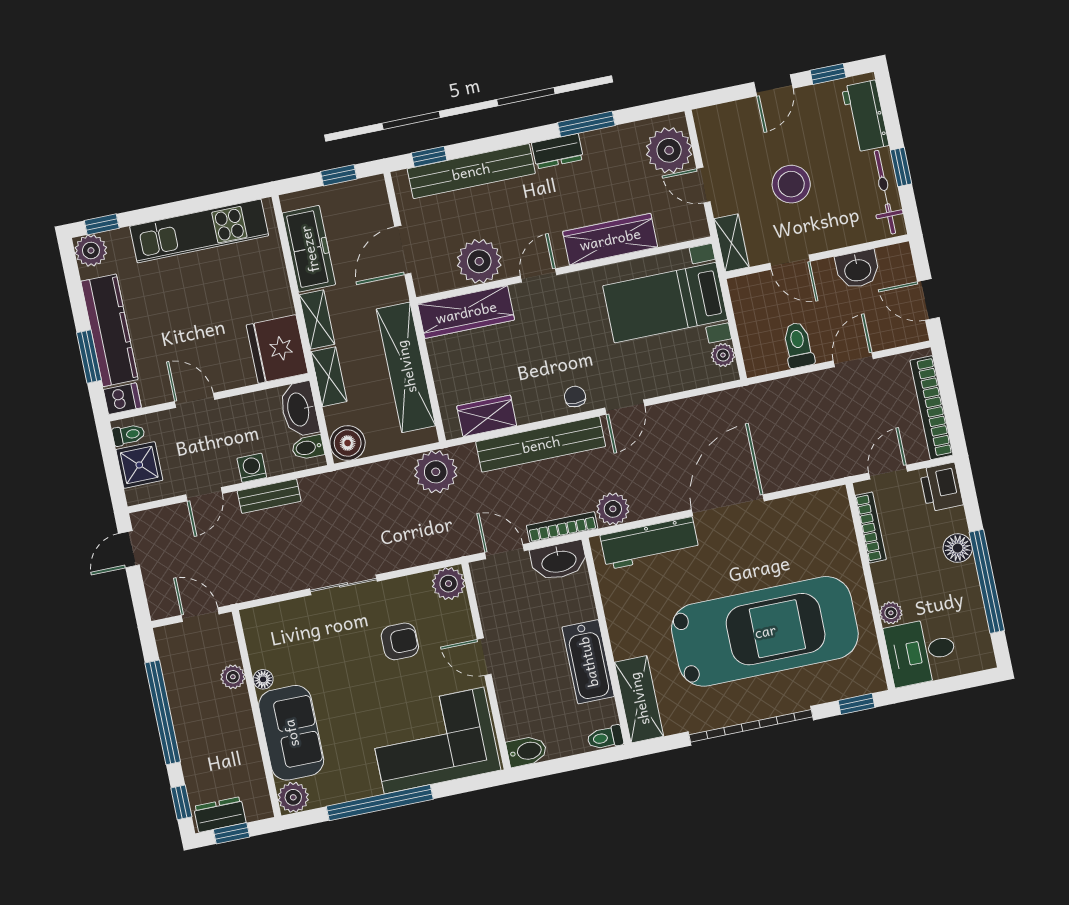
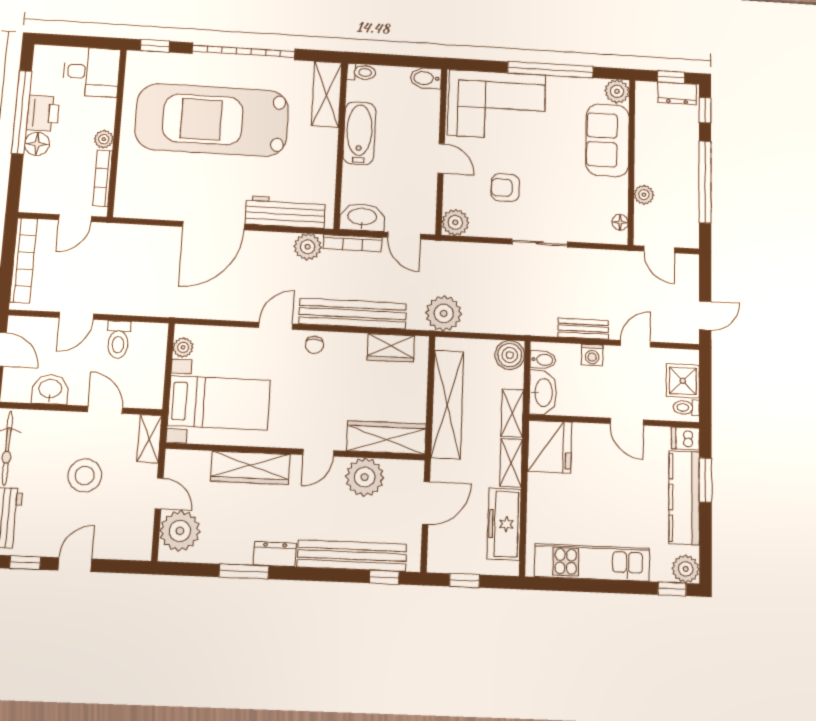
printer: (941, 487) -> (43, 113), moved
plant: (891, 613) -> (104, 139), moved
floor lamp: (263, 679) -> (620, 222), moved

